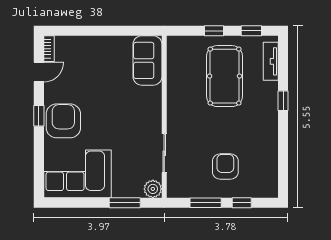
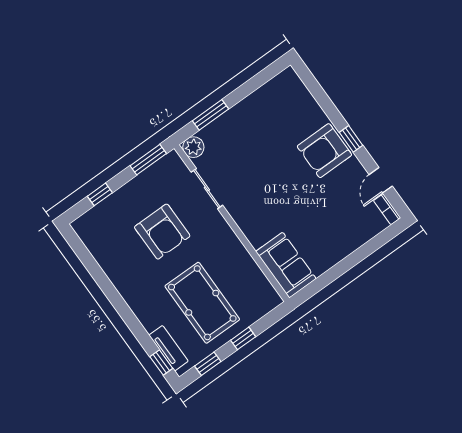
window: (283, 101) -> (161, 363), moved
armchair: (63, 121) -> (324, 151), turned 90
armchair: (225, 167) -> (162, 232), moved, width x1.36, depth x1.36
corner sofa: (77, 174) -> (275, 110), removed
window: (206, 203) -> (148, 160), moved

